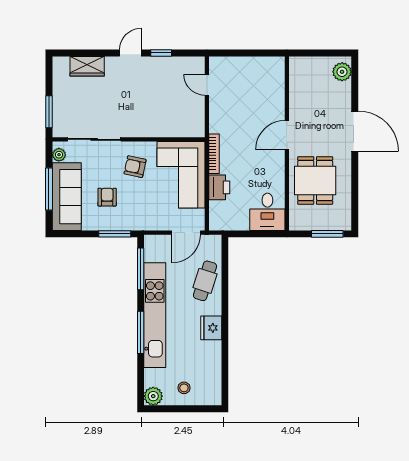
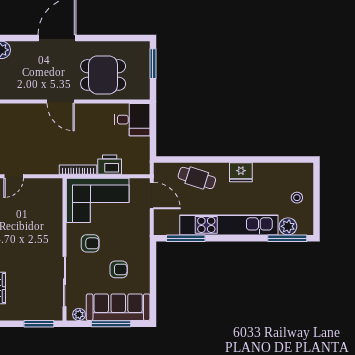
armchair: (135, 167) -> (90, 243), turned -102
armchair: (107, 197) -> (119, 269), turned 180
window: (115, 234) -> (153, 262), removed
window: (141, 332) -> (287, 238), moved
plant: (153, 396) -> (288, 226), moved

